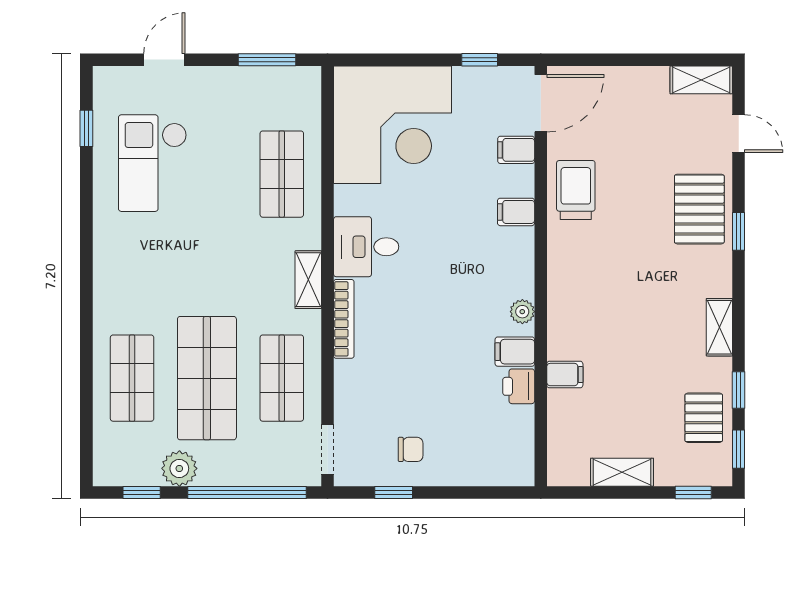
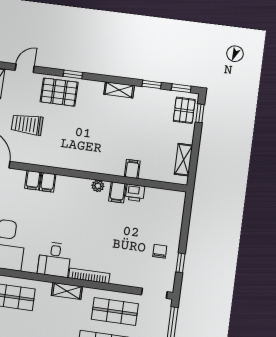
filing cabinet: (516, 150) -> (33, 180), moved
trolley: (576, 190) -> (27, 125), moved
pallet: (704, 418) -> (184, 110), moved, turned 90
shelving: (622, 472) -> (183, 160), moved

